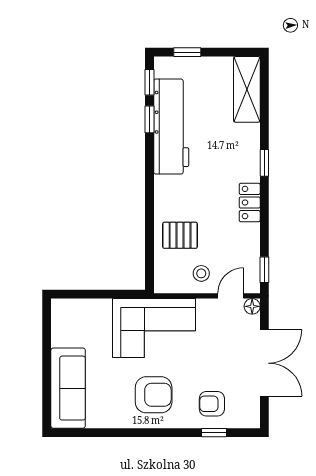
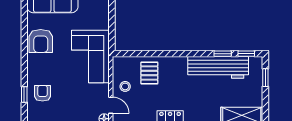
armchair: (154, 395) -> (41, 41), moved

